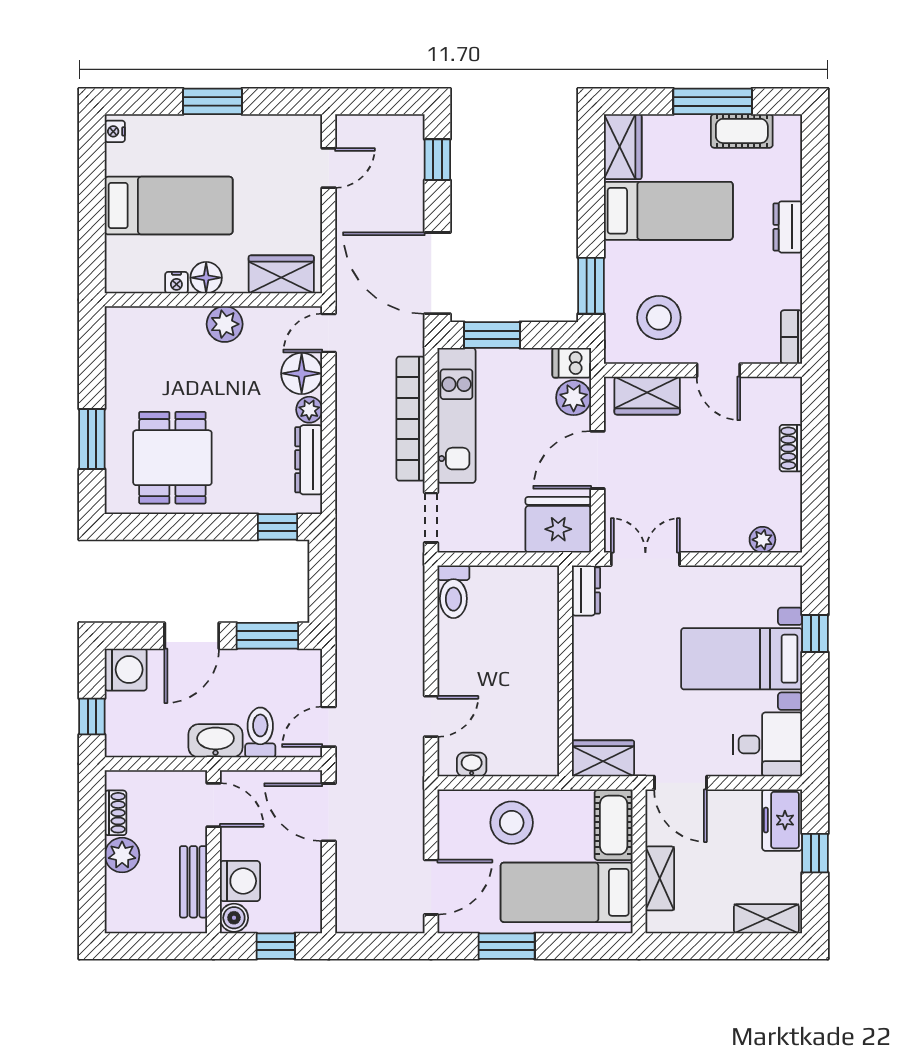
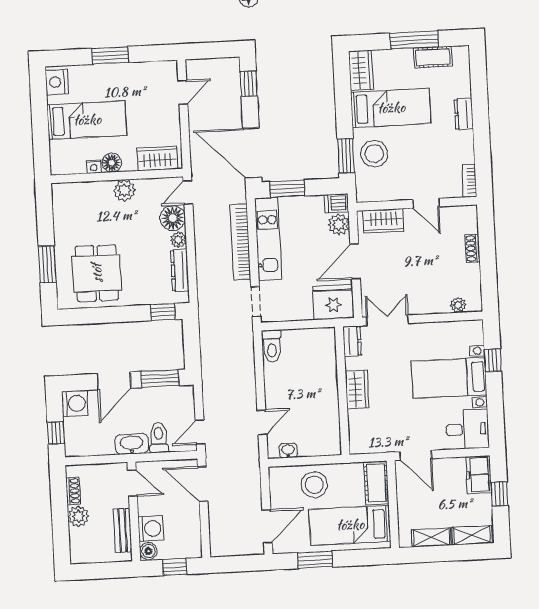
nightstand: (115, 131) -> (57, 82), width x1.89, depth x1.79
stool: (659, 318) -> (374, 154), moved
wardrobe: (603, 758) -> (357, 389), moved, turned 90
shelving: (660, 878) -> (431, 537), moved, turned 90

